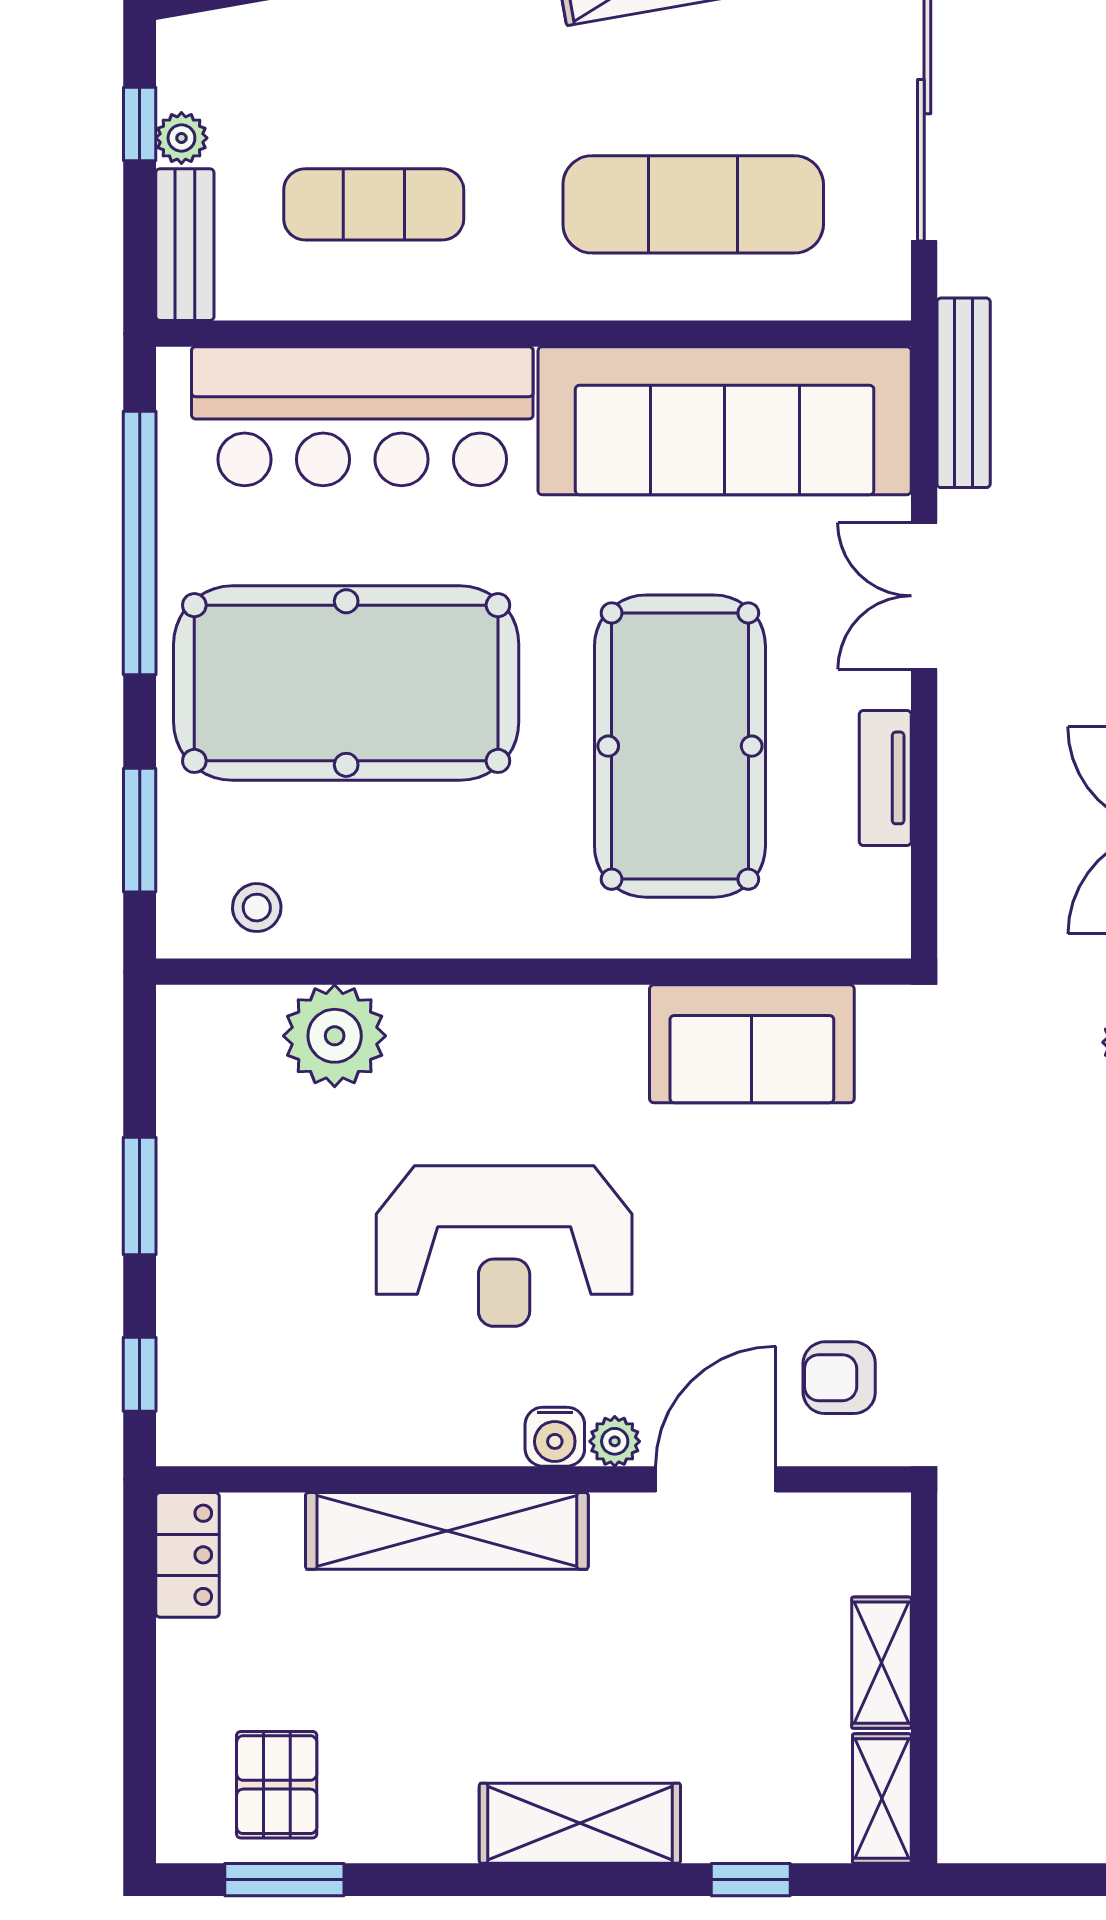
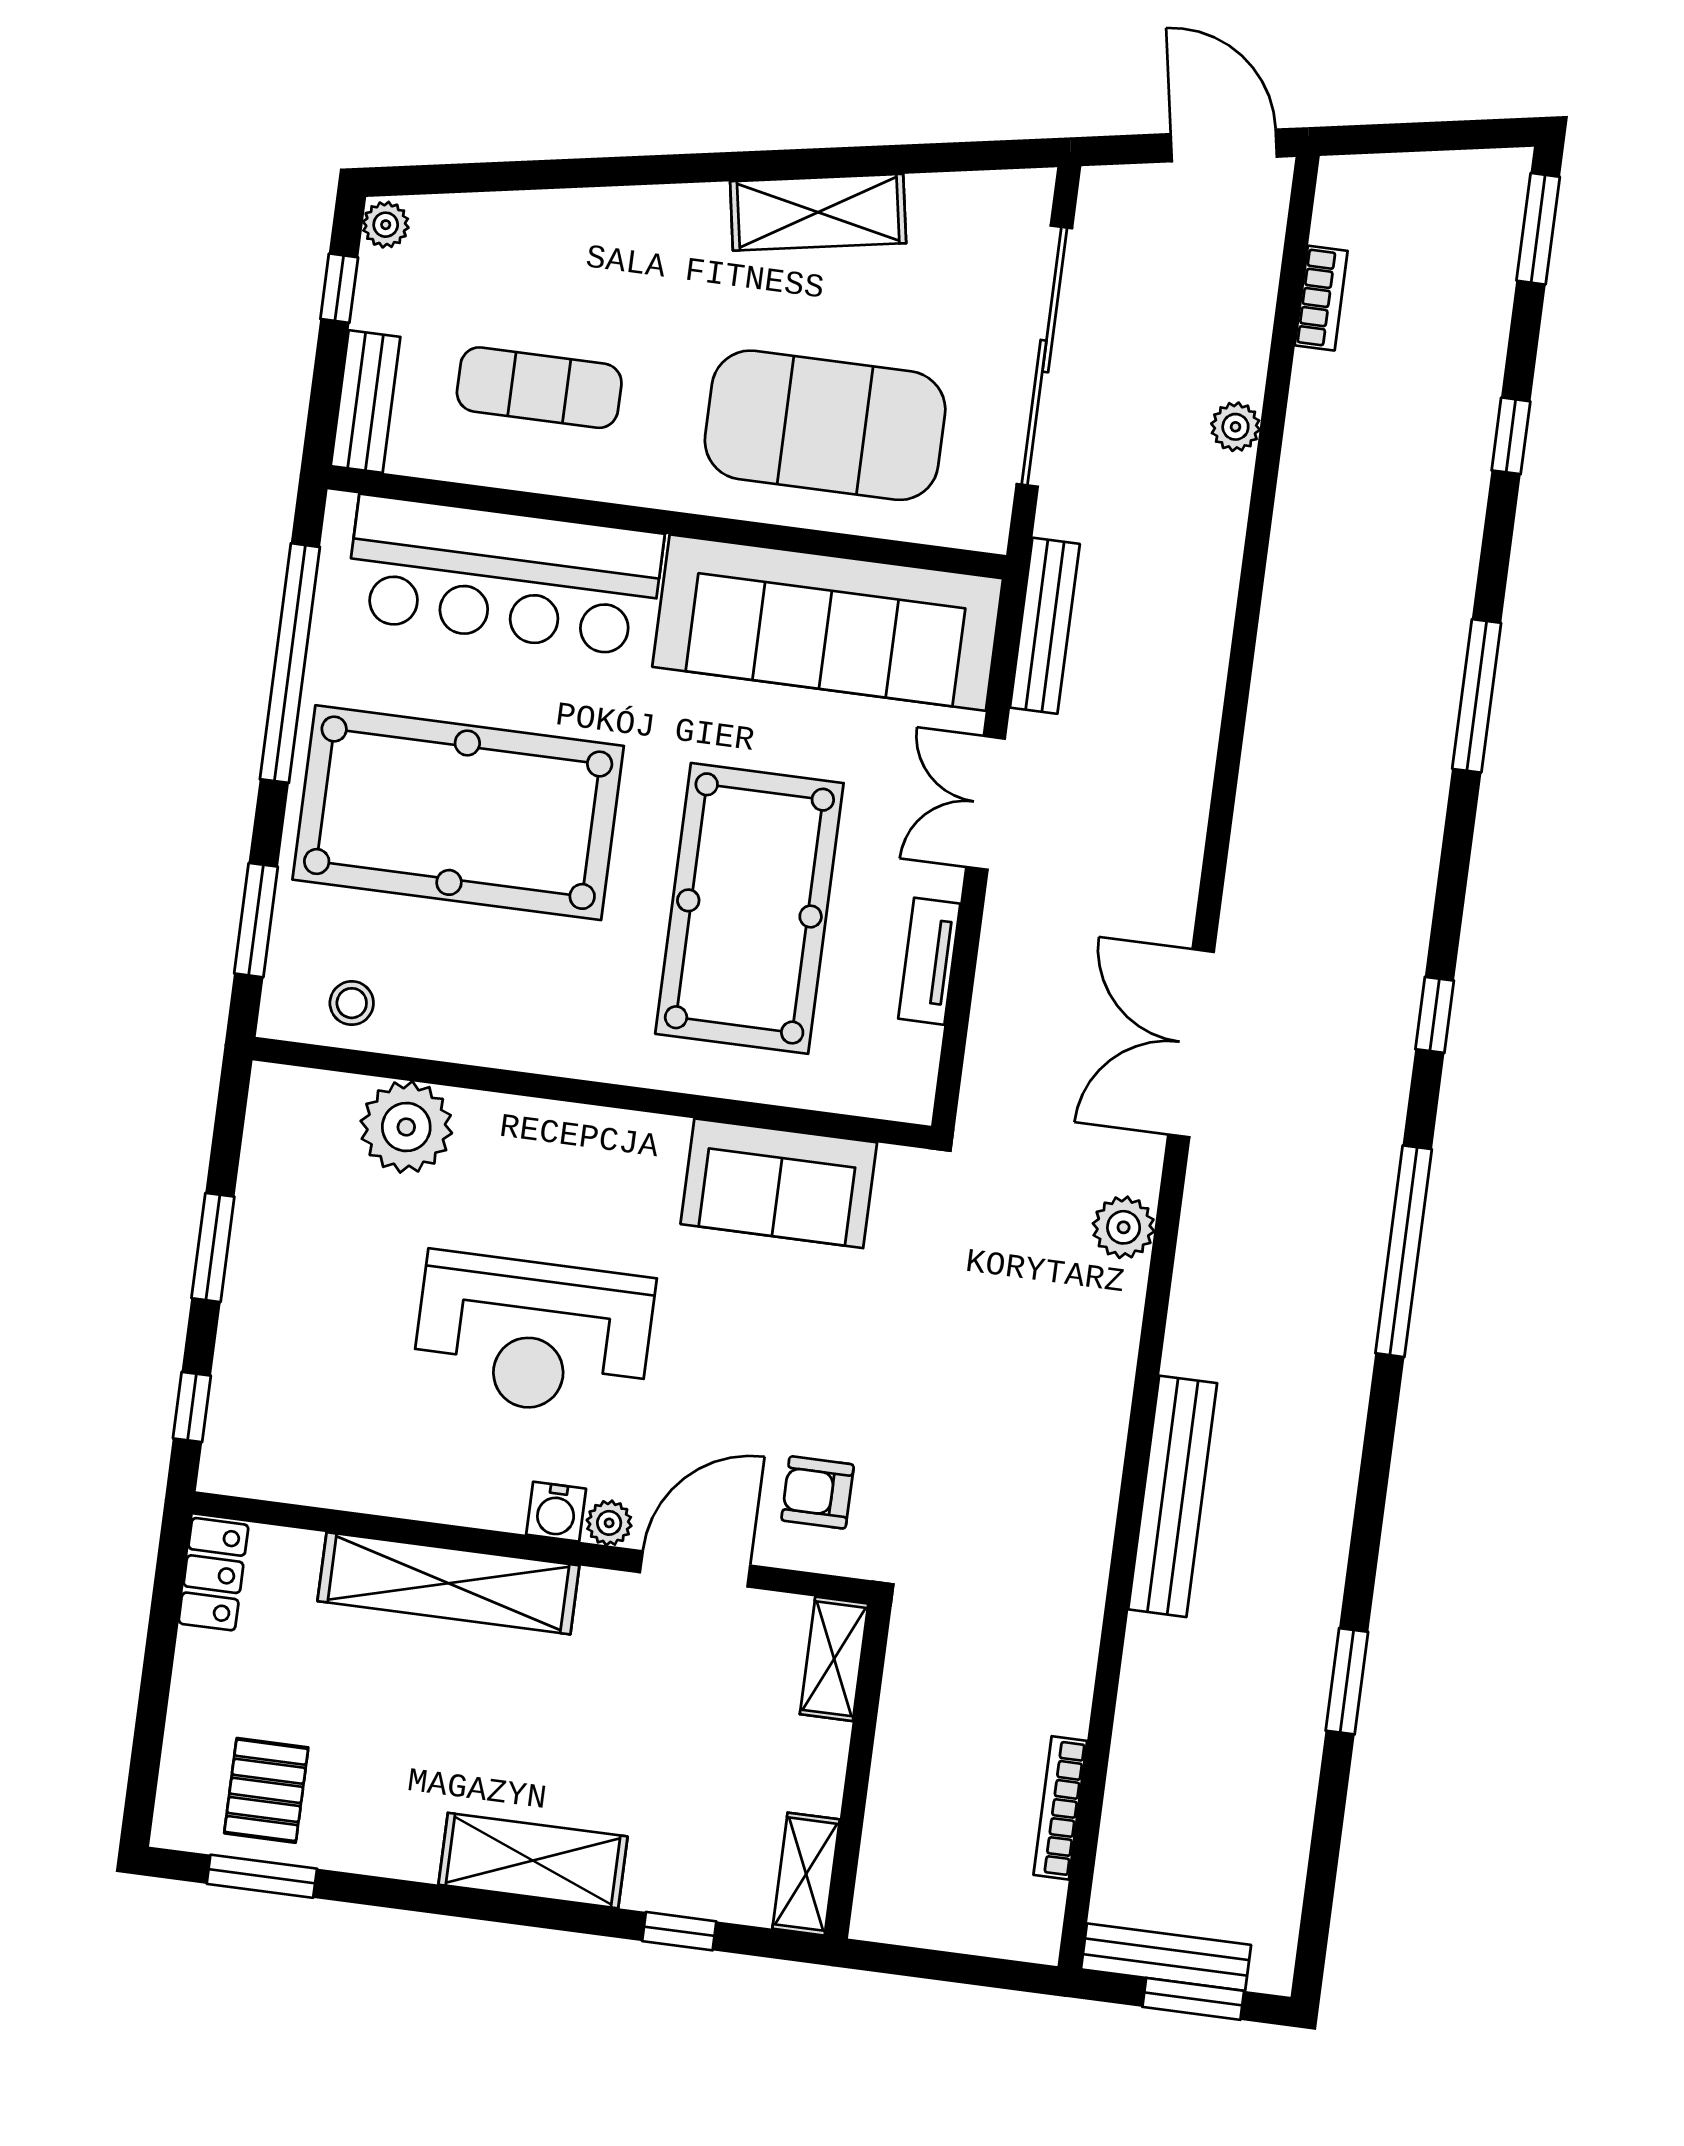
plant: (181, 138) -> (386, 225), moved
exercise mat: (693, 204) -> (825, 425), width x1.47
shelving: (881, 1663) -> (834, 1659), moved

